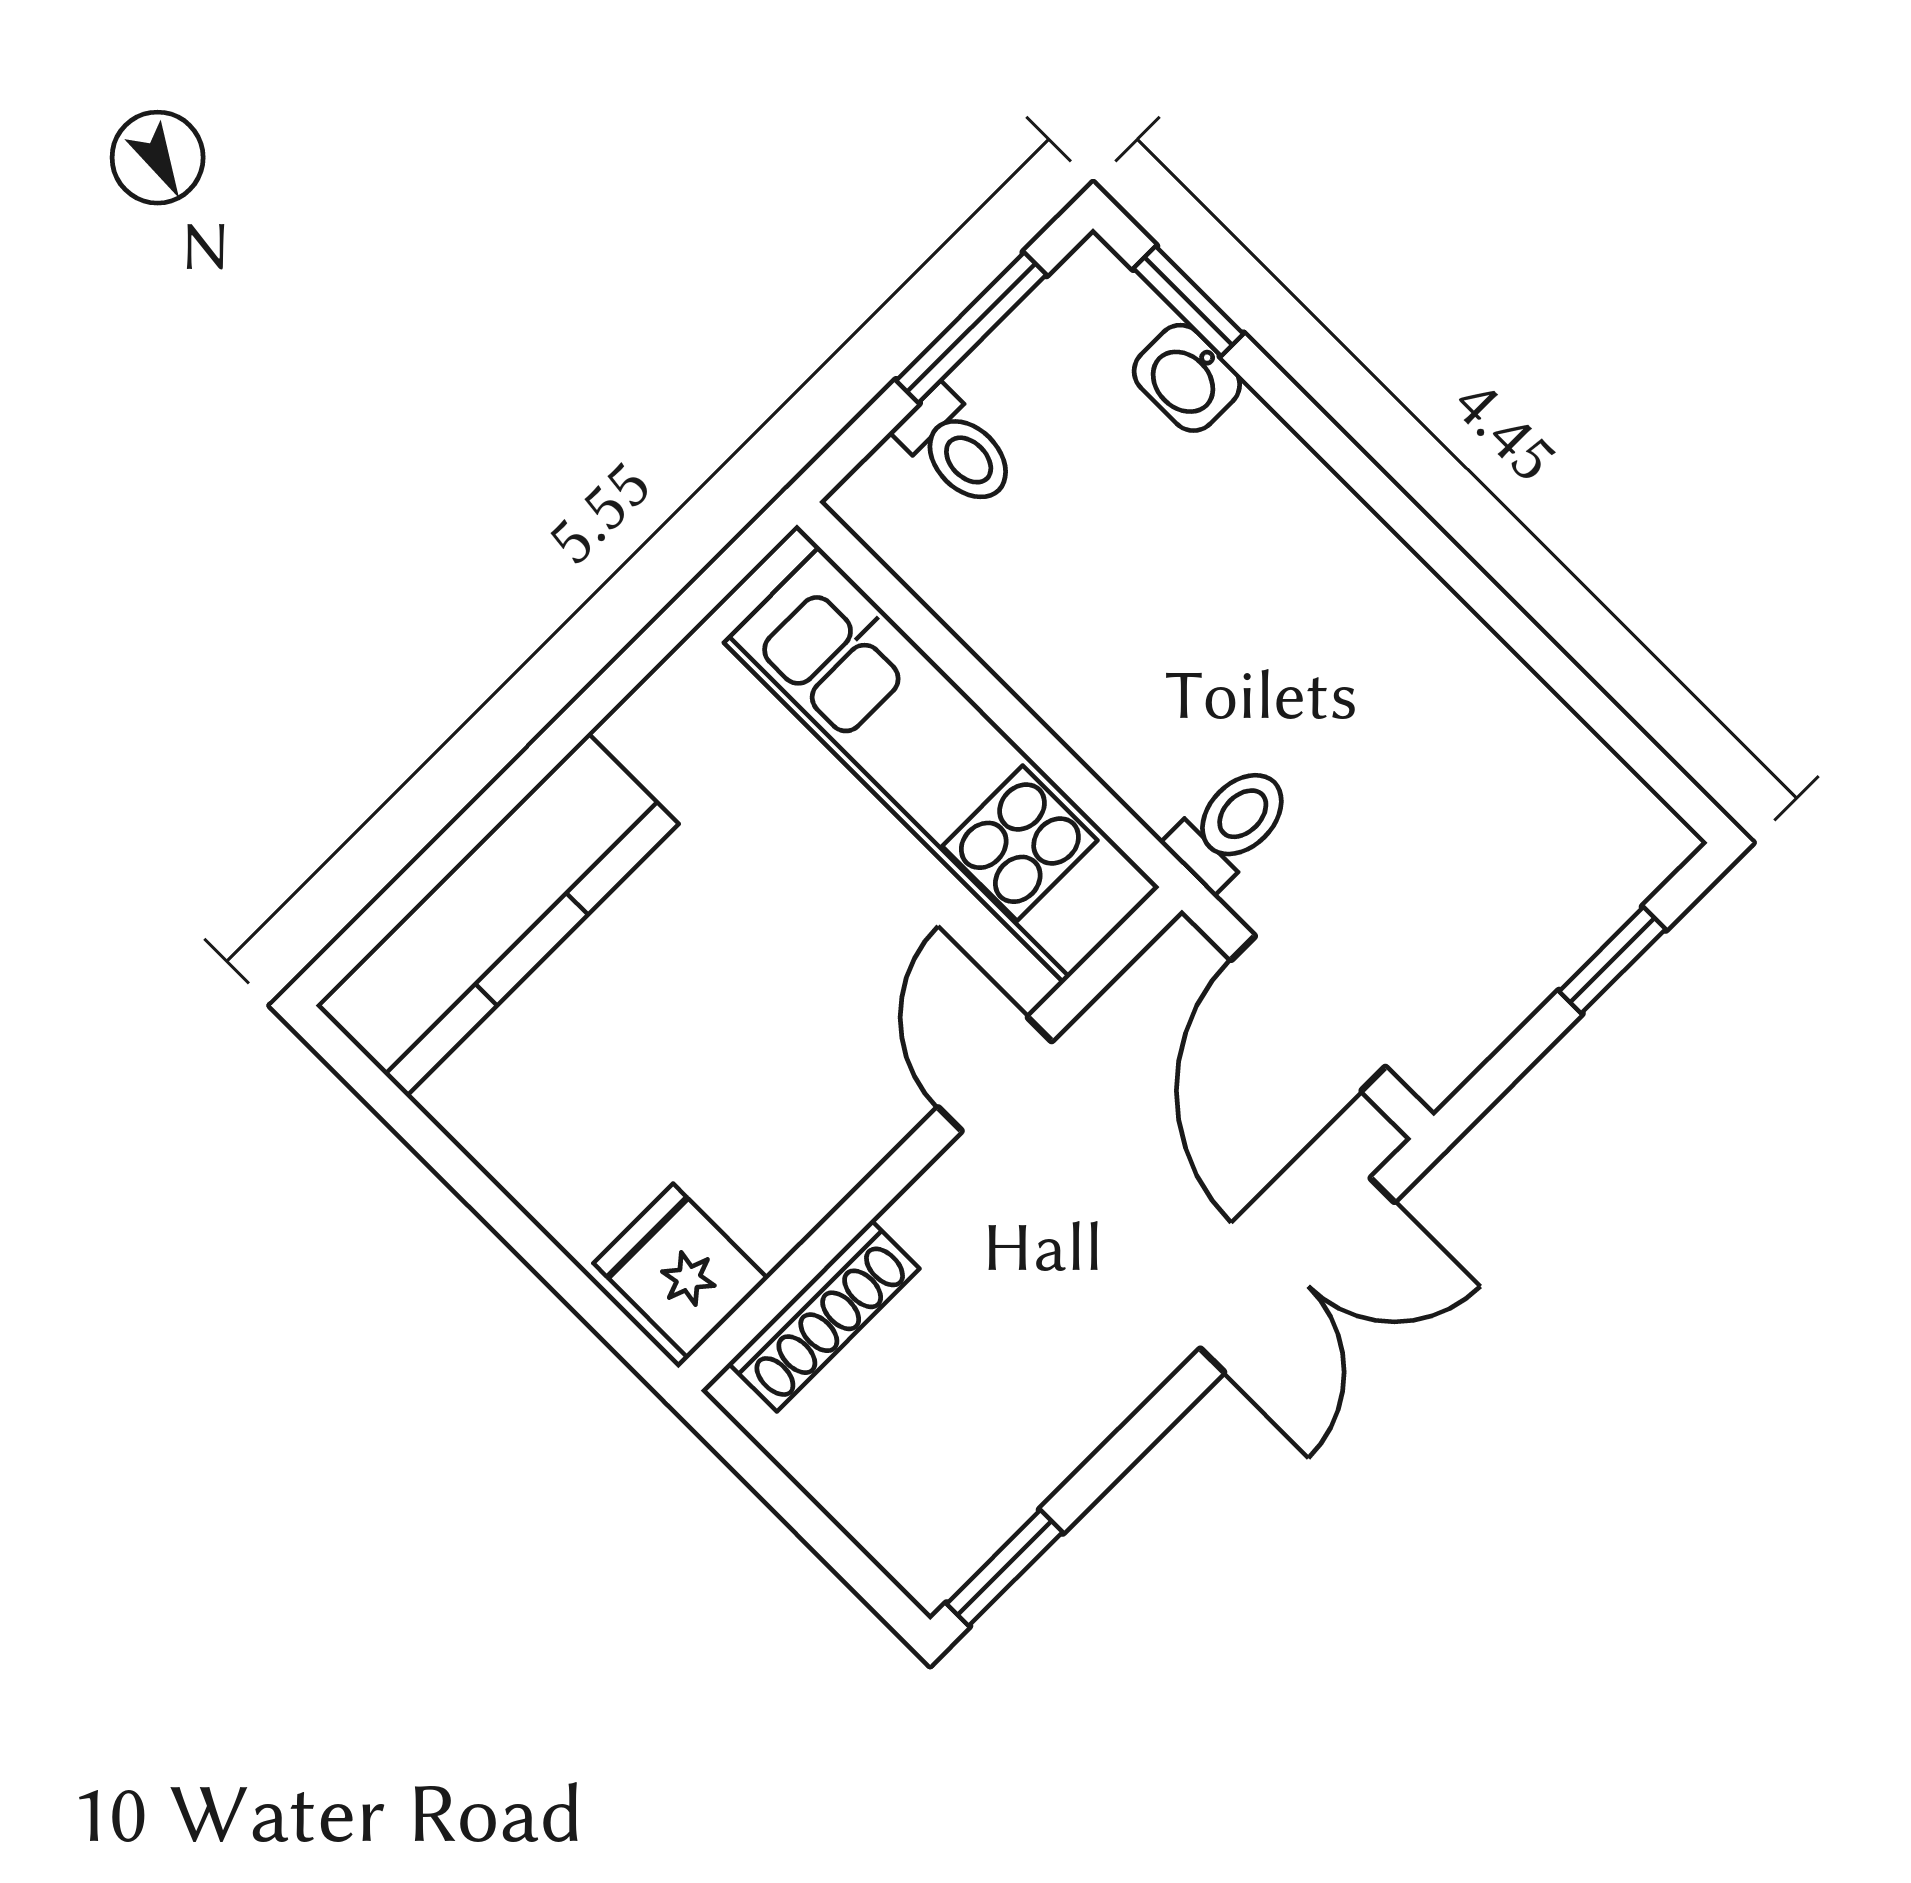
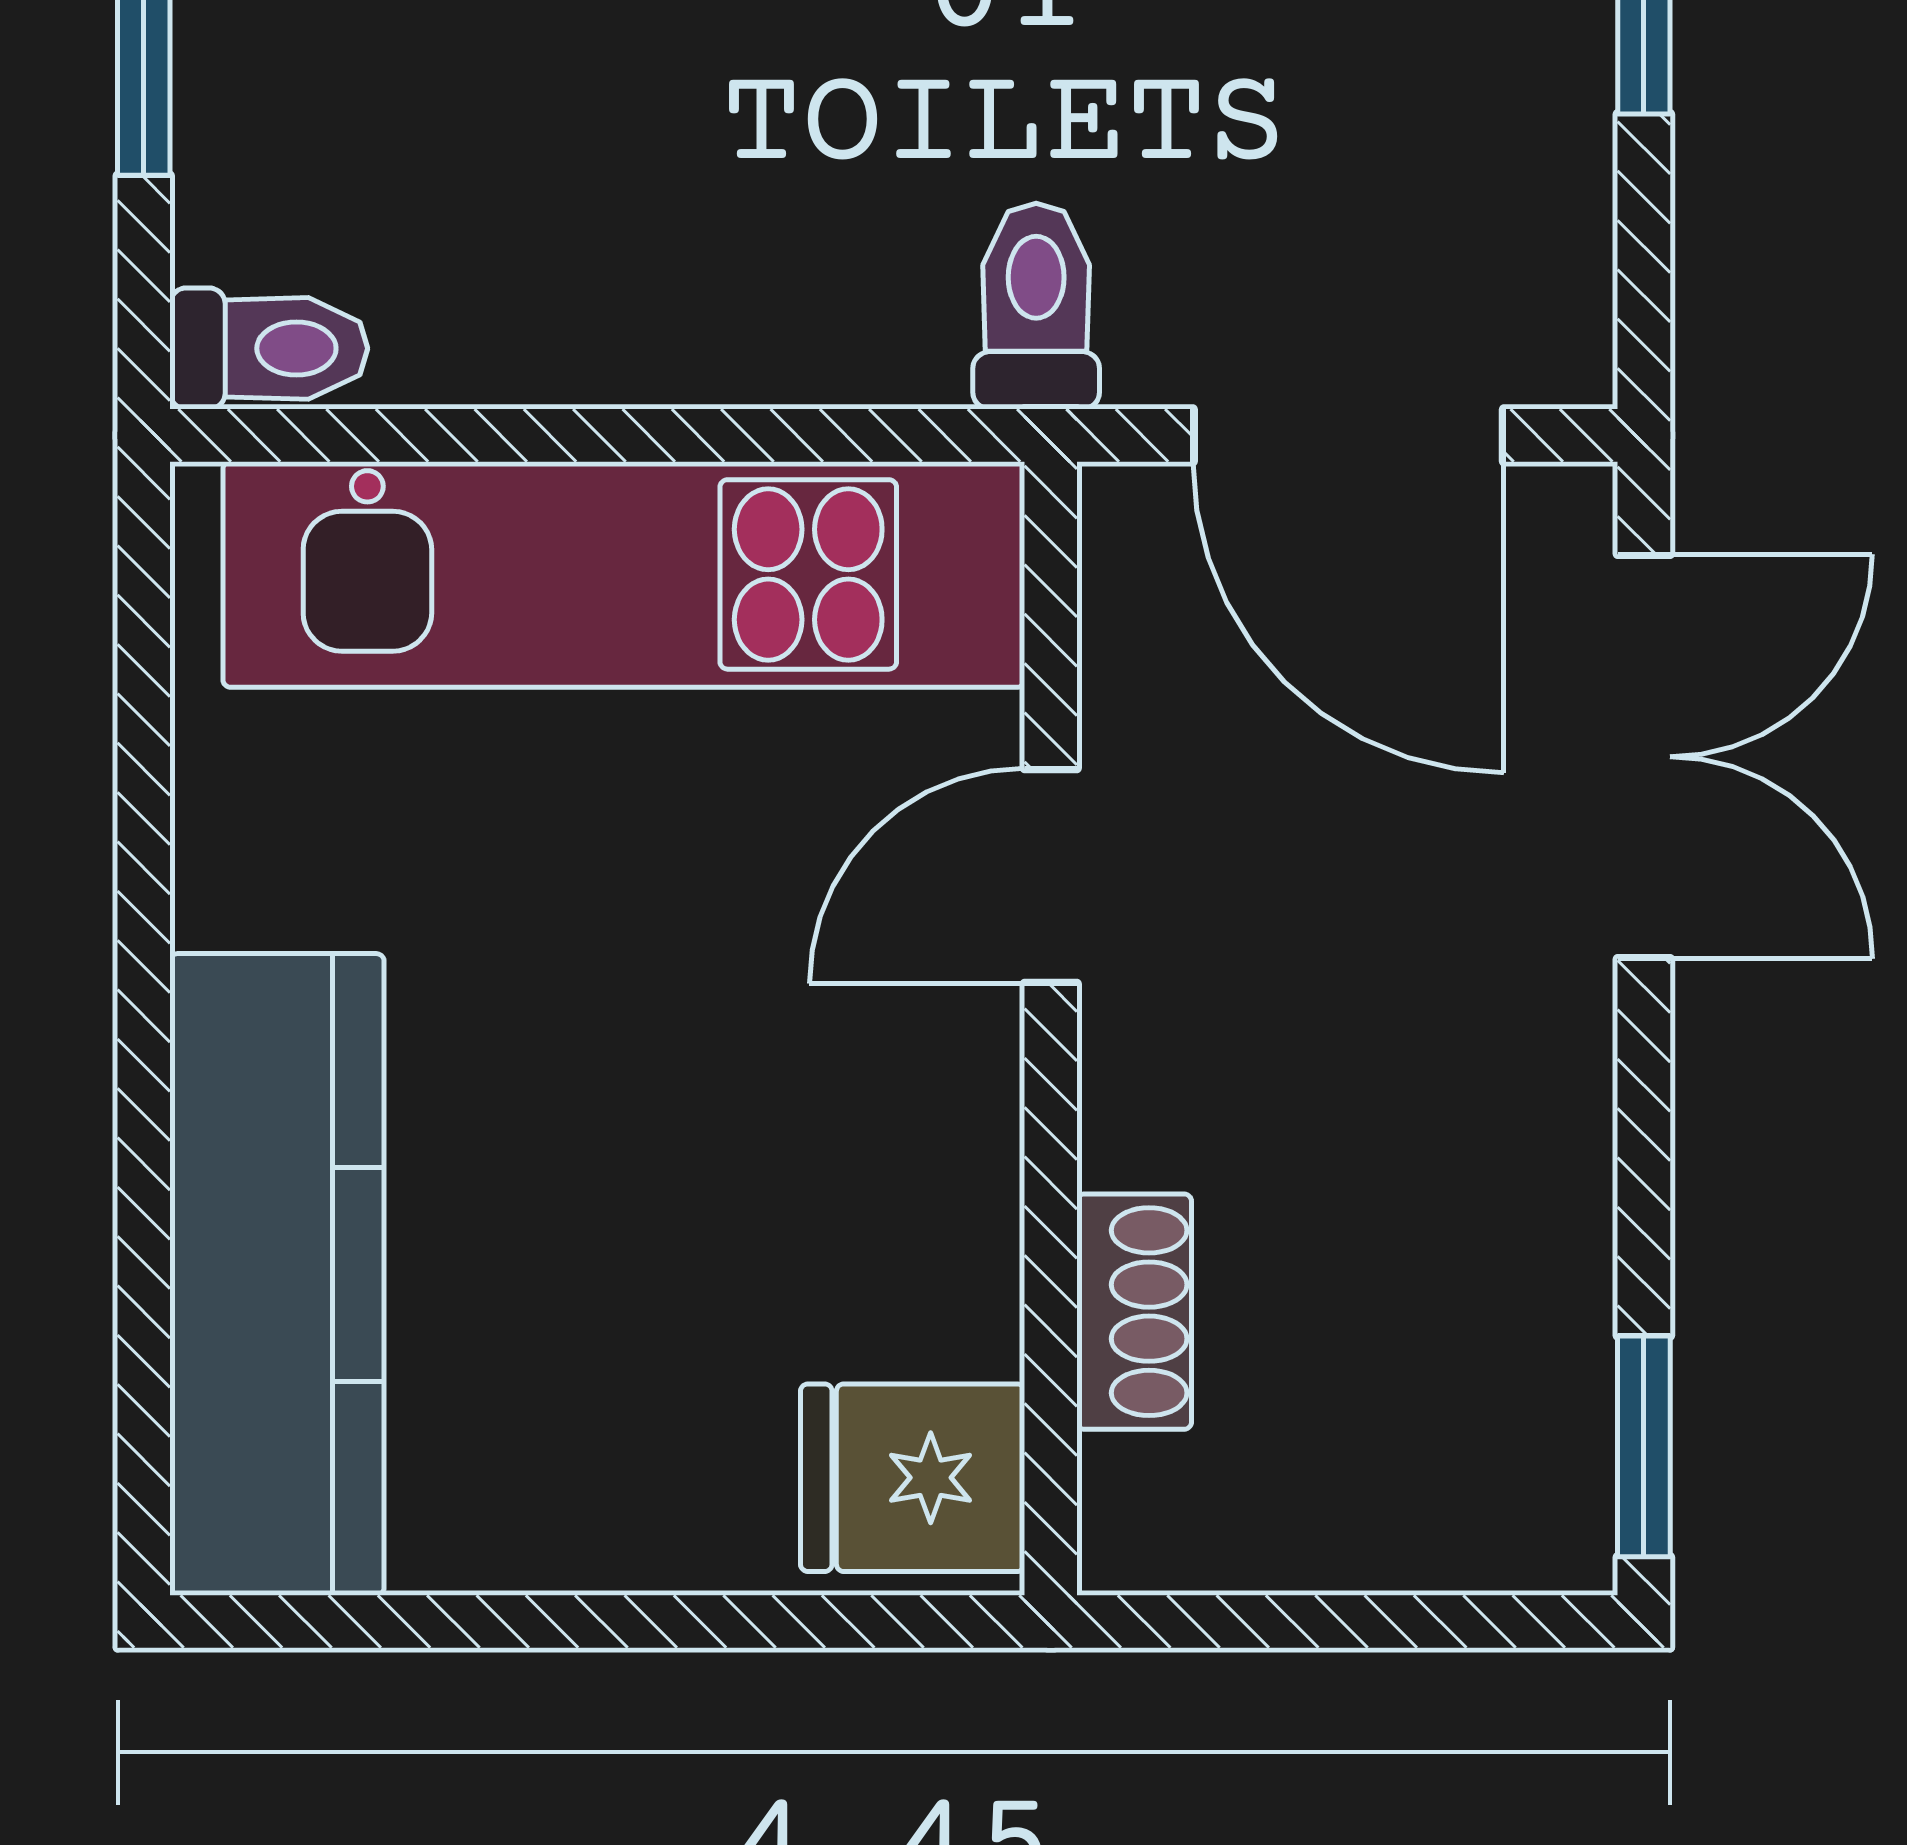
toilet: (957, 448) -> (269, 348), moved
door: (995, 1074) -> (1051, 876), hinge flipped
shoe rack: (824, 1316) -> (1134, 1312), width x0.70

